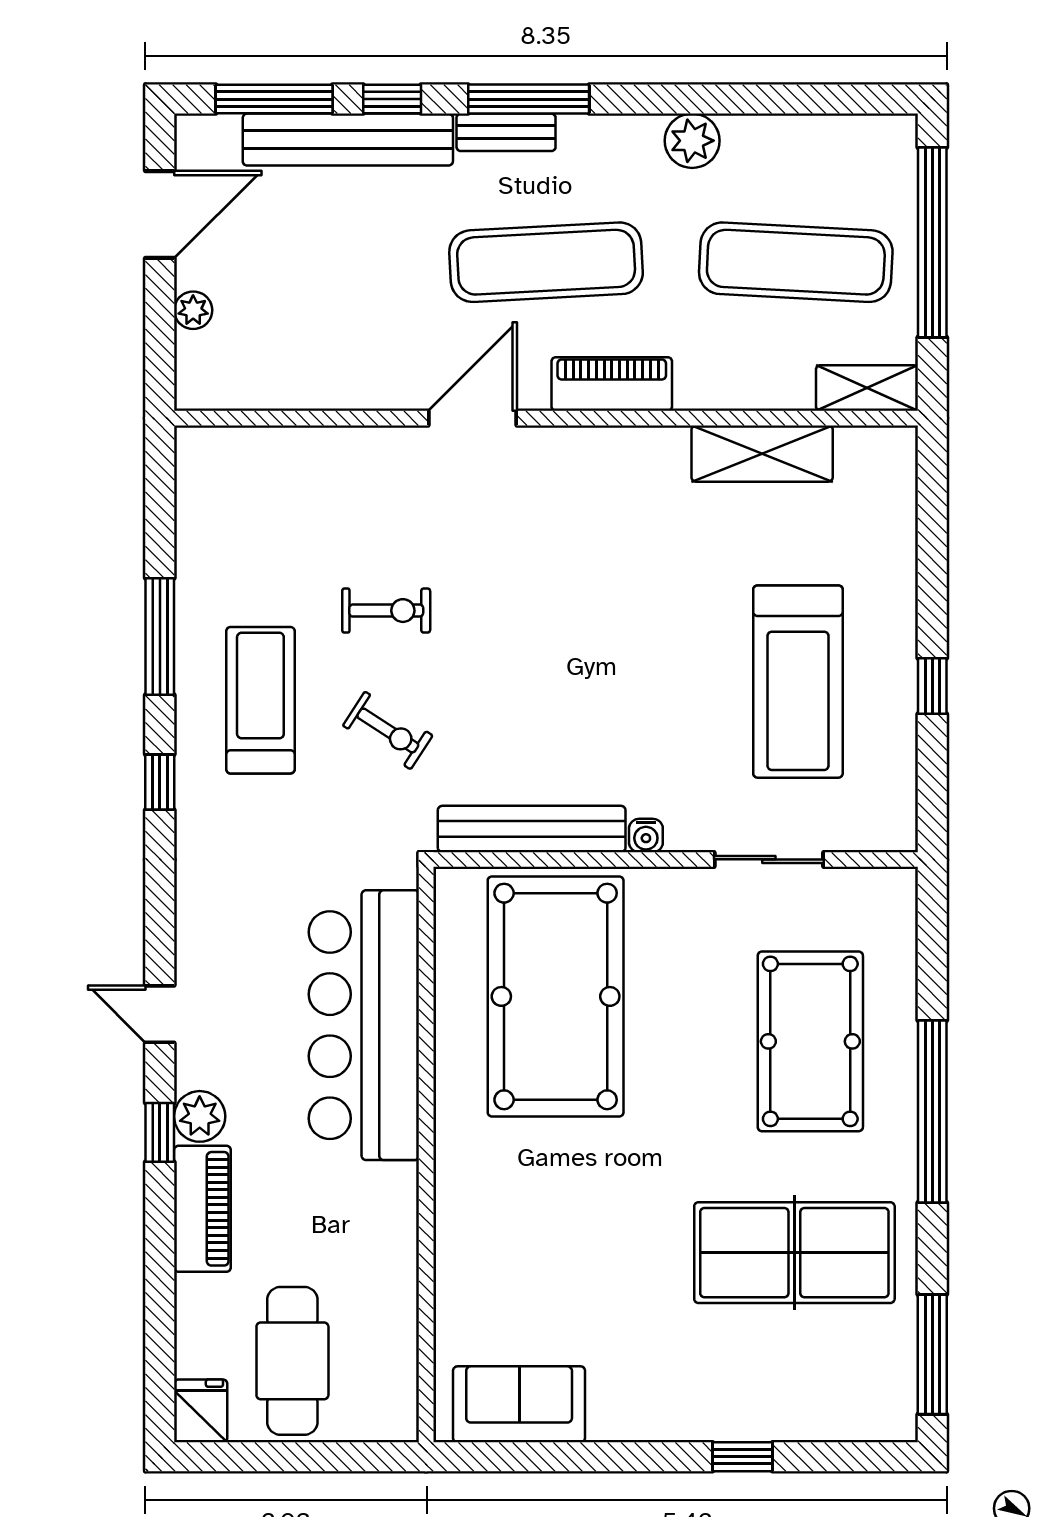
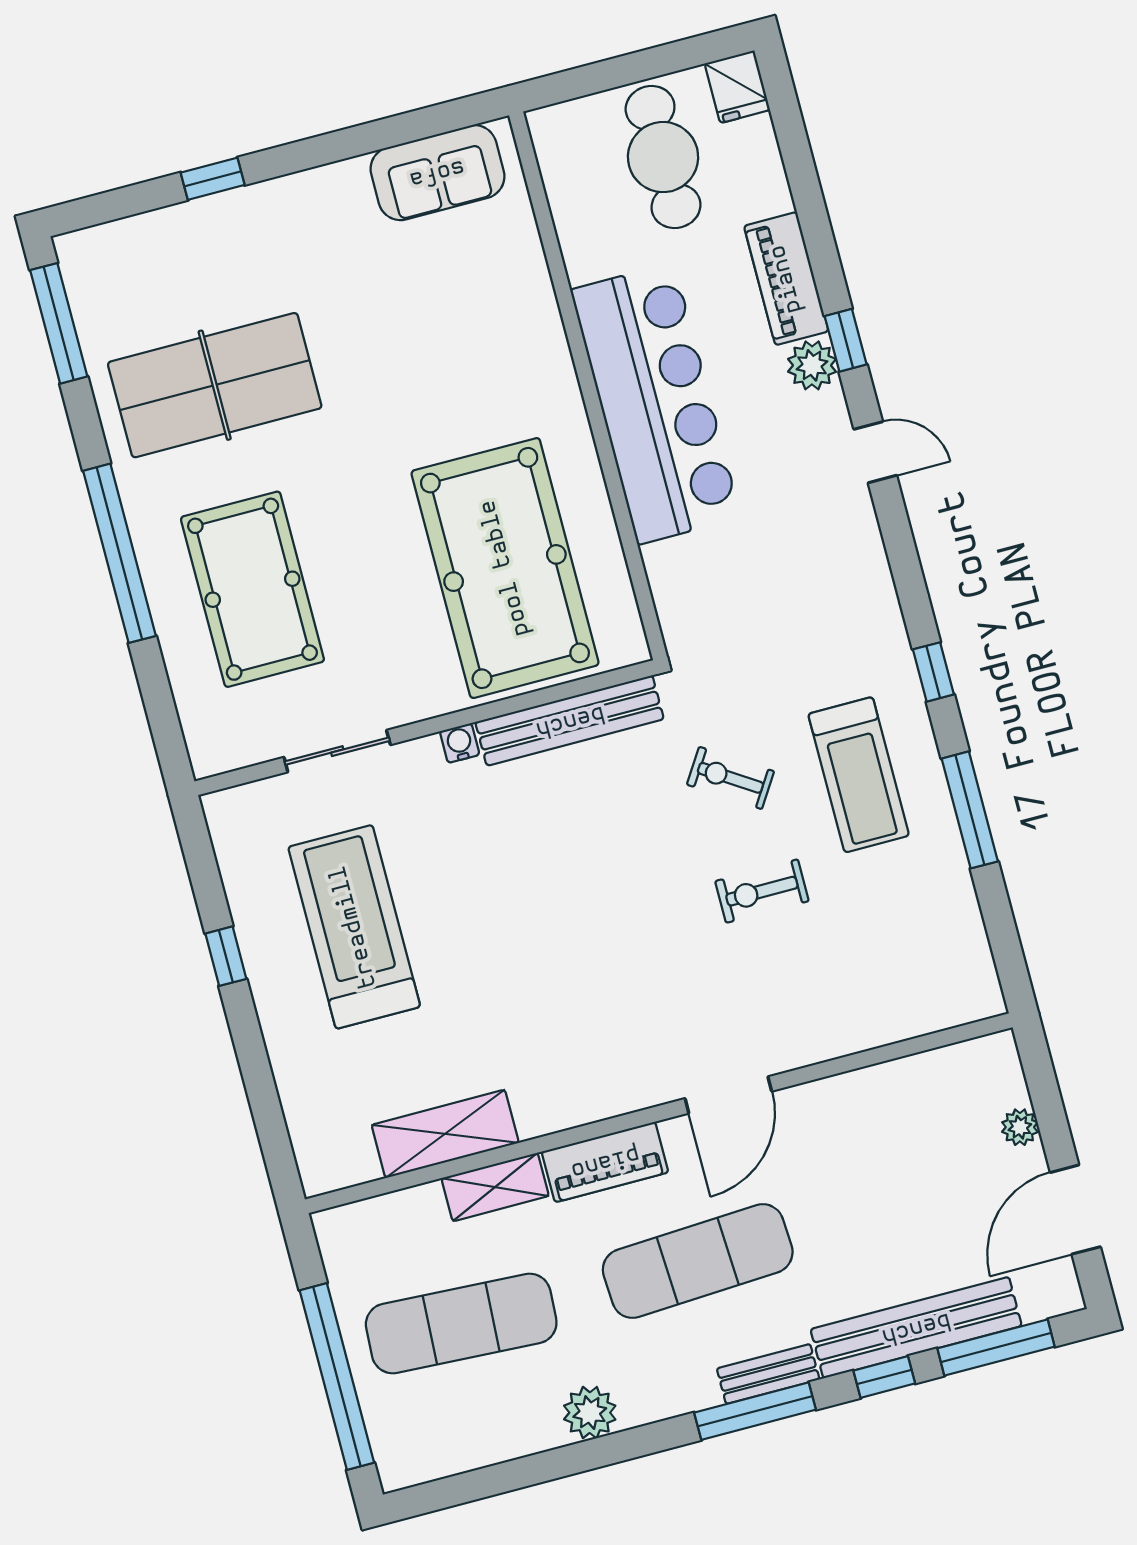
shelving: (867, 388) -> (495, 1187), moved
bar counter: (364, 1025) -> (656, 404), moved

